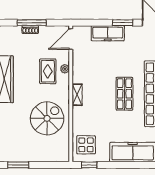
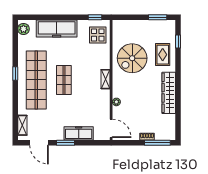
window: (32, 23) -> (157, 143), moved
door: (71, 39) -> (111, 128), hinge flipped
rug: (48, 71) -> (163, 55), moved

